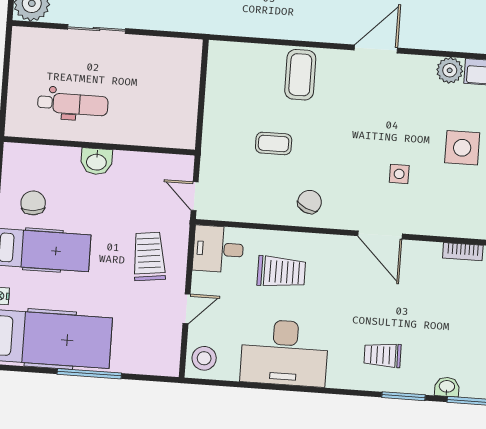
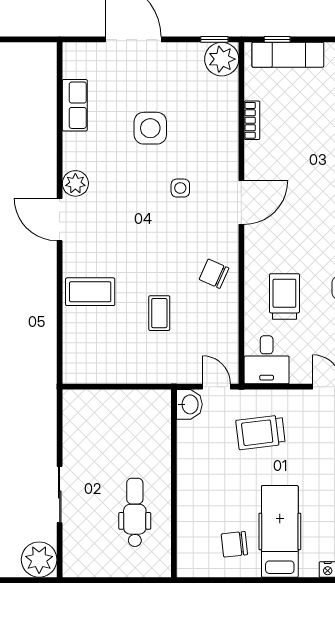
plant: (450, 70) -> (75, 183), moved
washbasin: (96, 161) -> (189, 404), moved
door: (195, 196) -> (216, 387), swing flipped
trolley: (149, 256) -> (260, 432), moved

